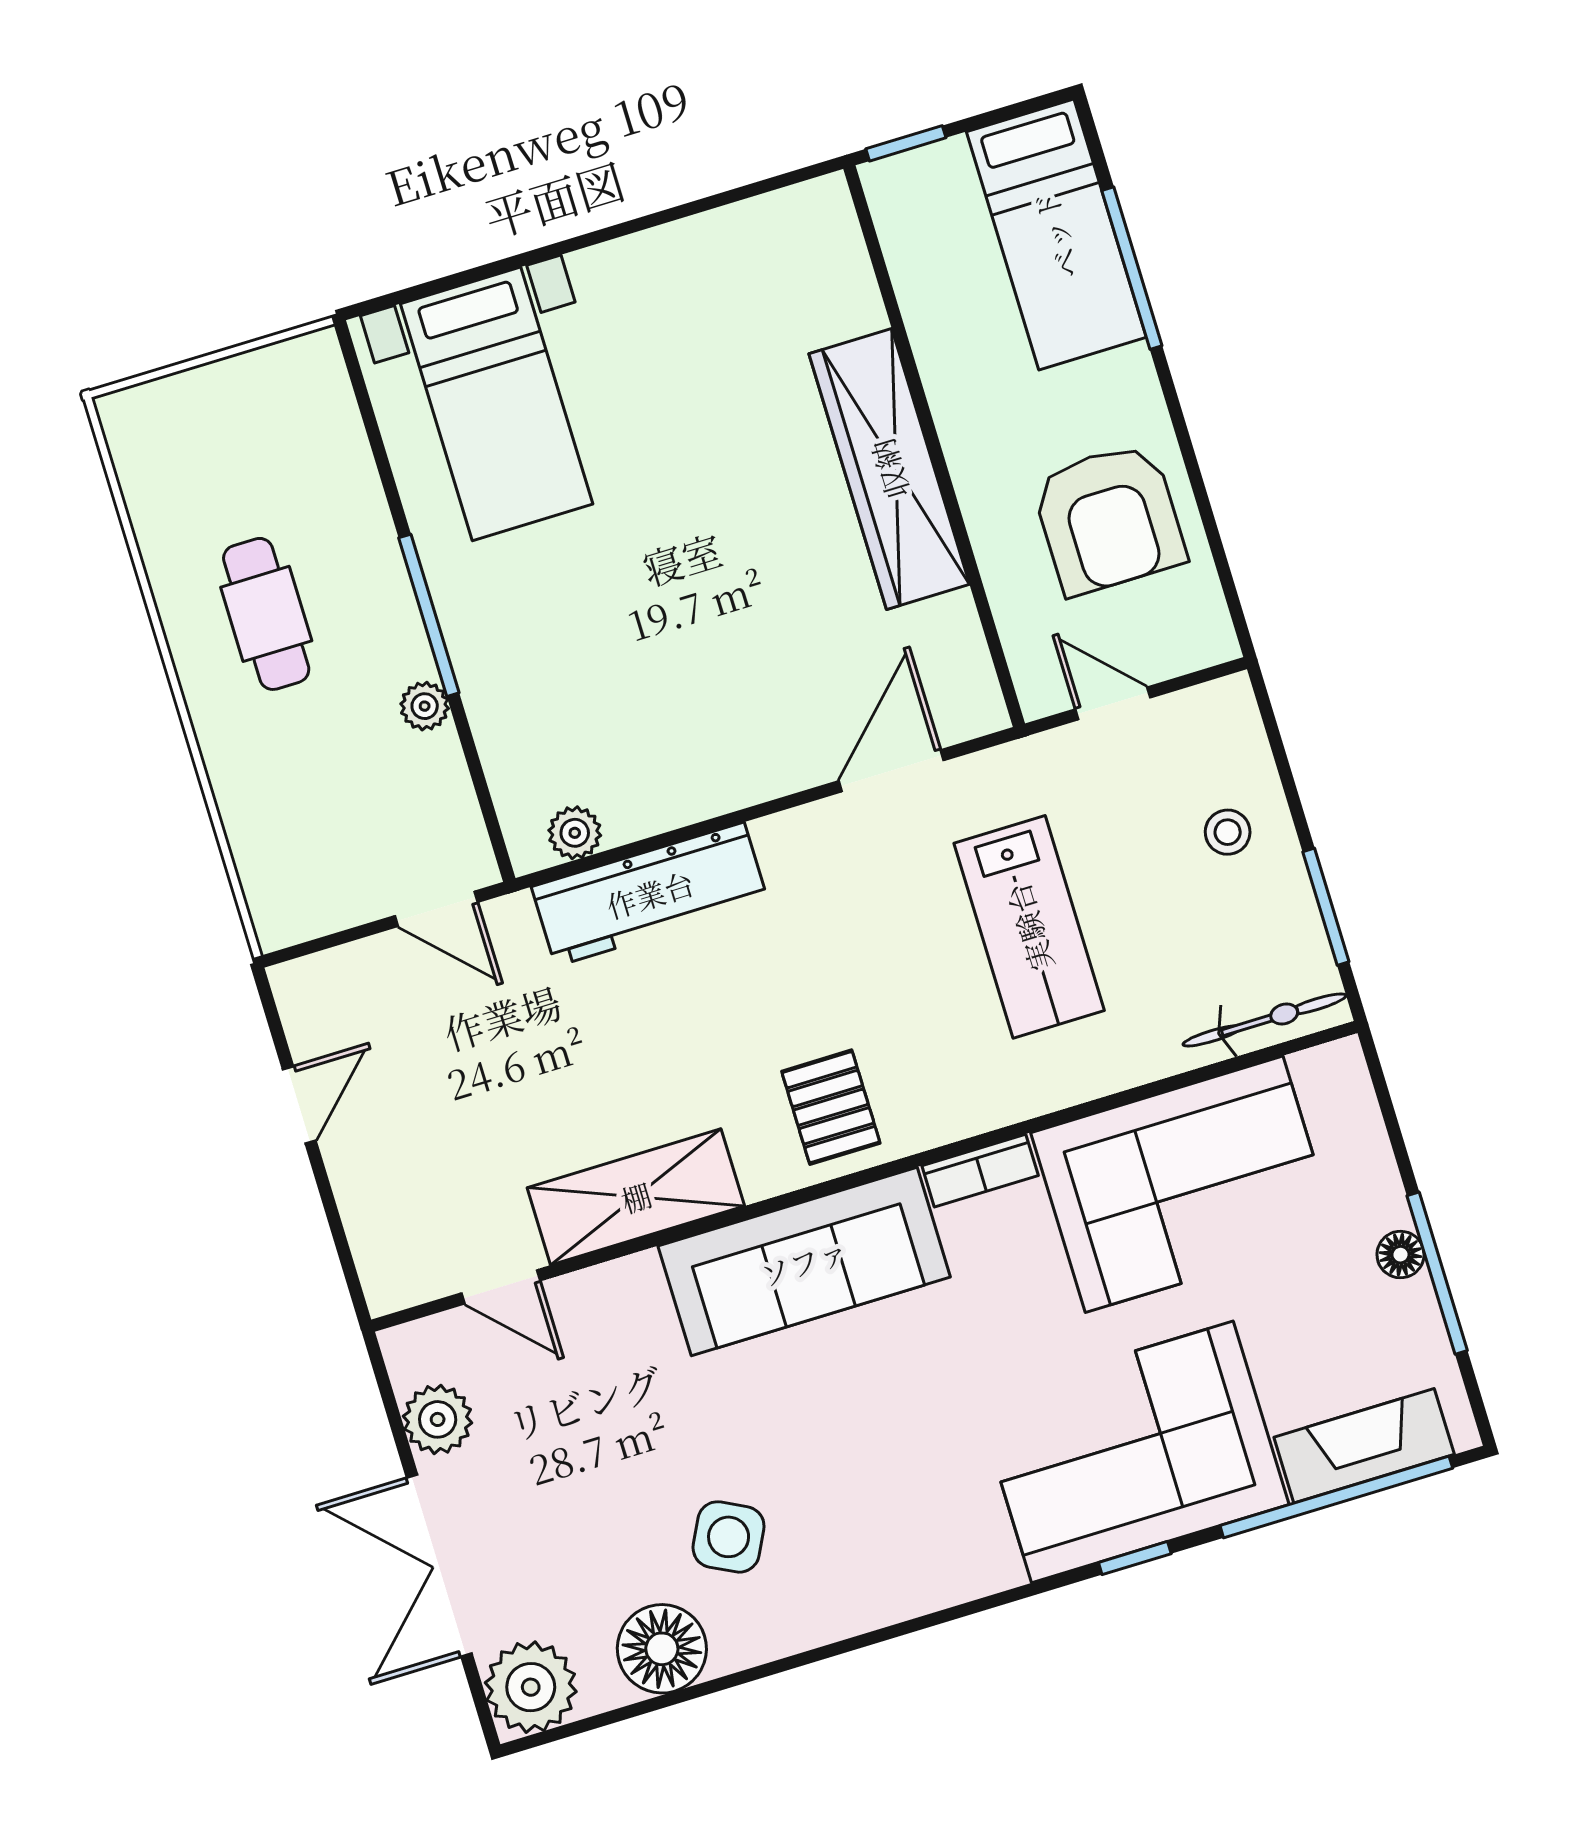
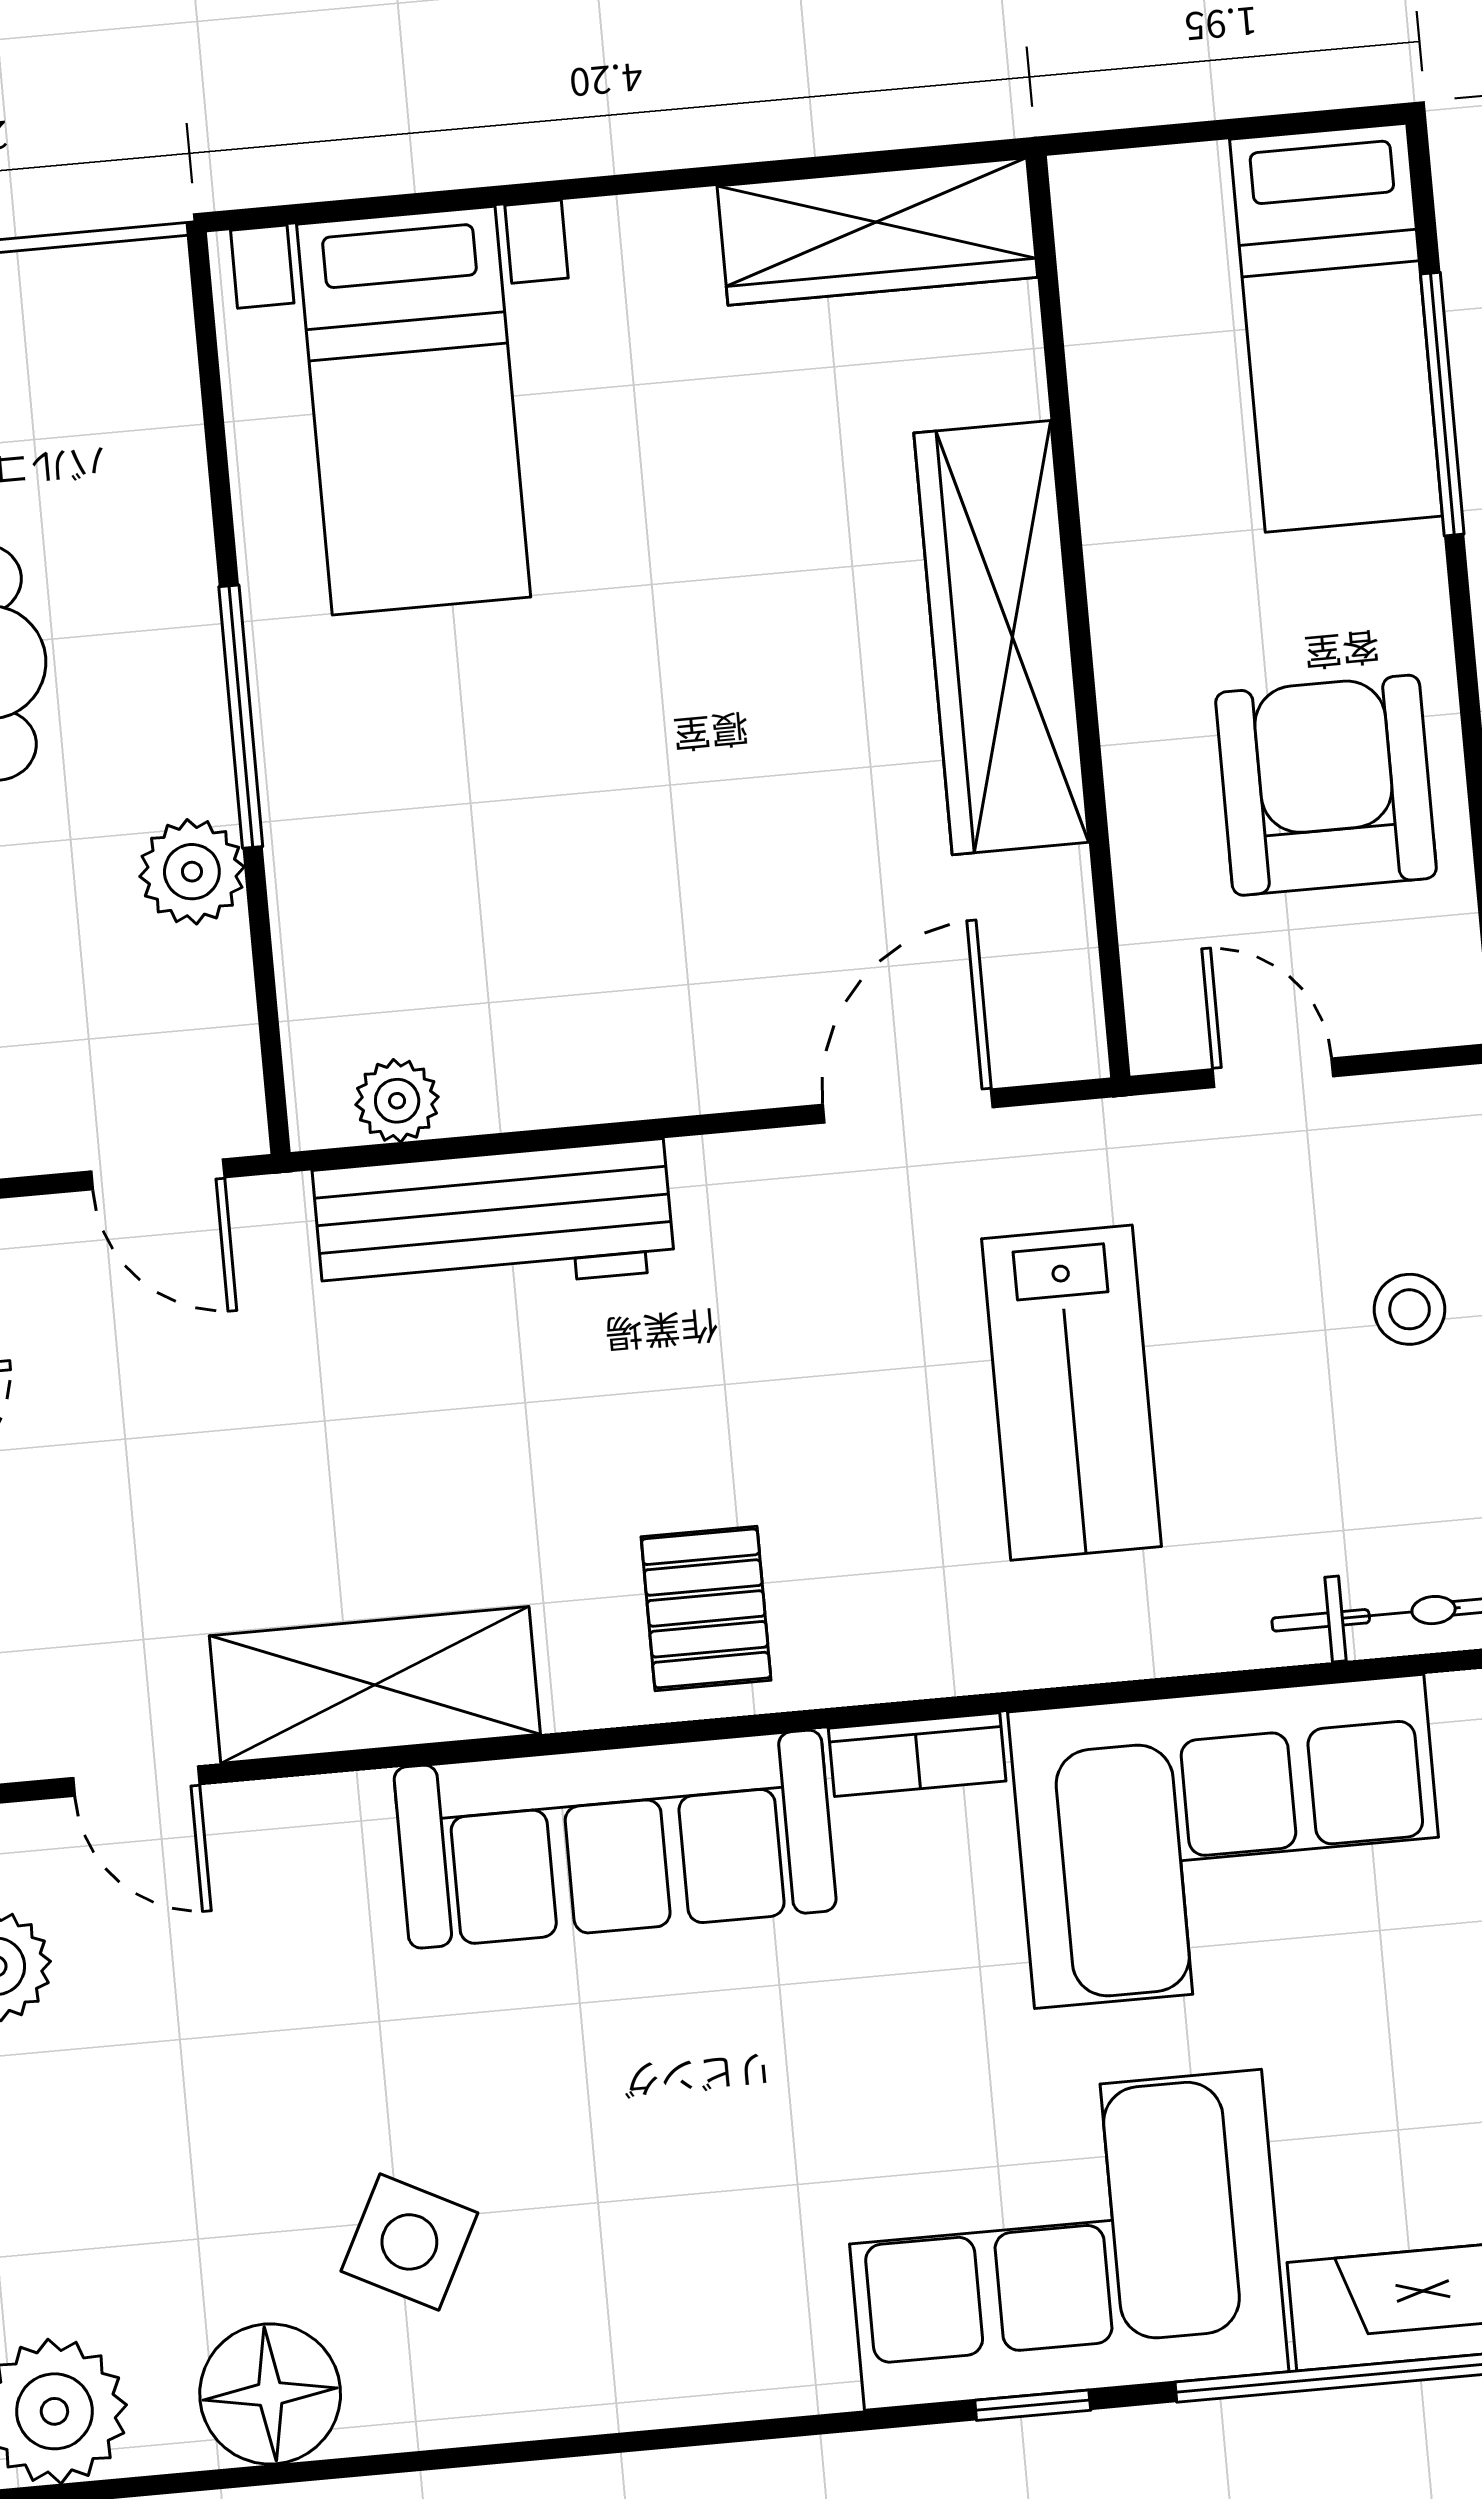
window: (906, 143) -> (1132, 138), removed
wardrobe: (760, 234) -> (877, 232), added
armchair: (1109, 519) -> (1326, 785), turned 180
plant: (425, 706) -> (192, 872), width x1.38, depth x1.38

